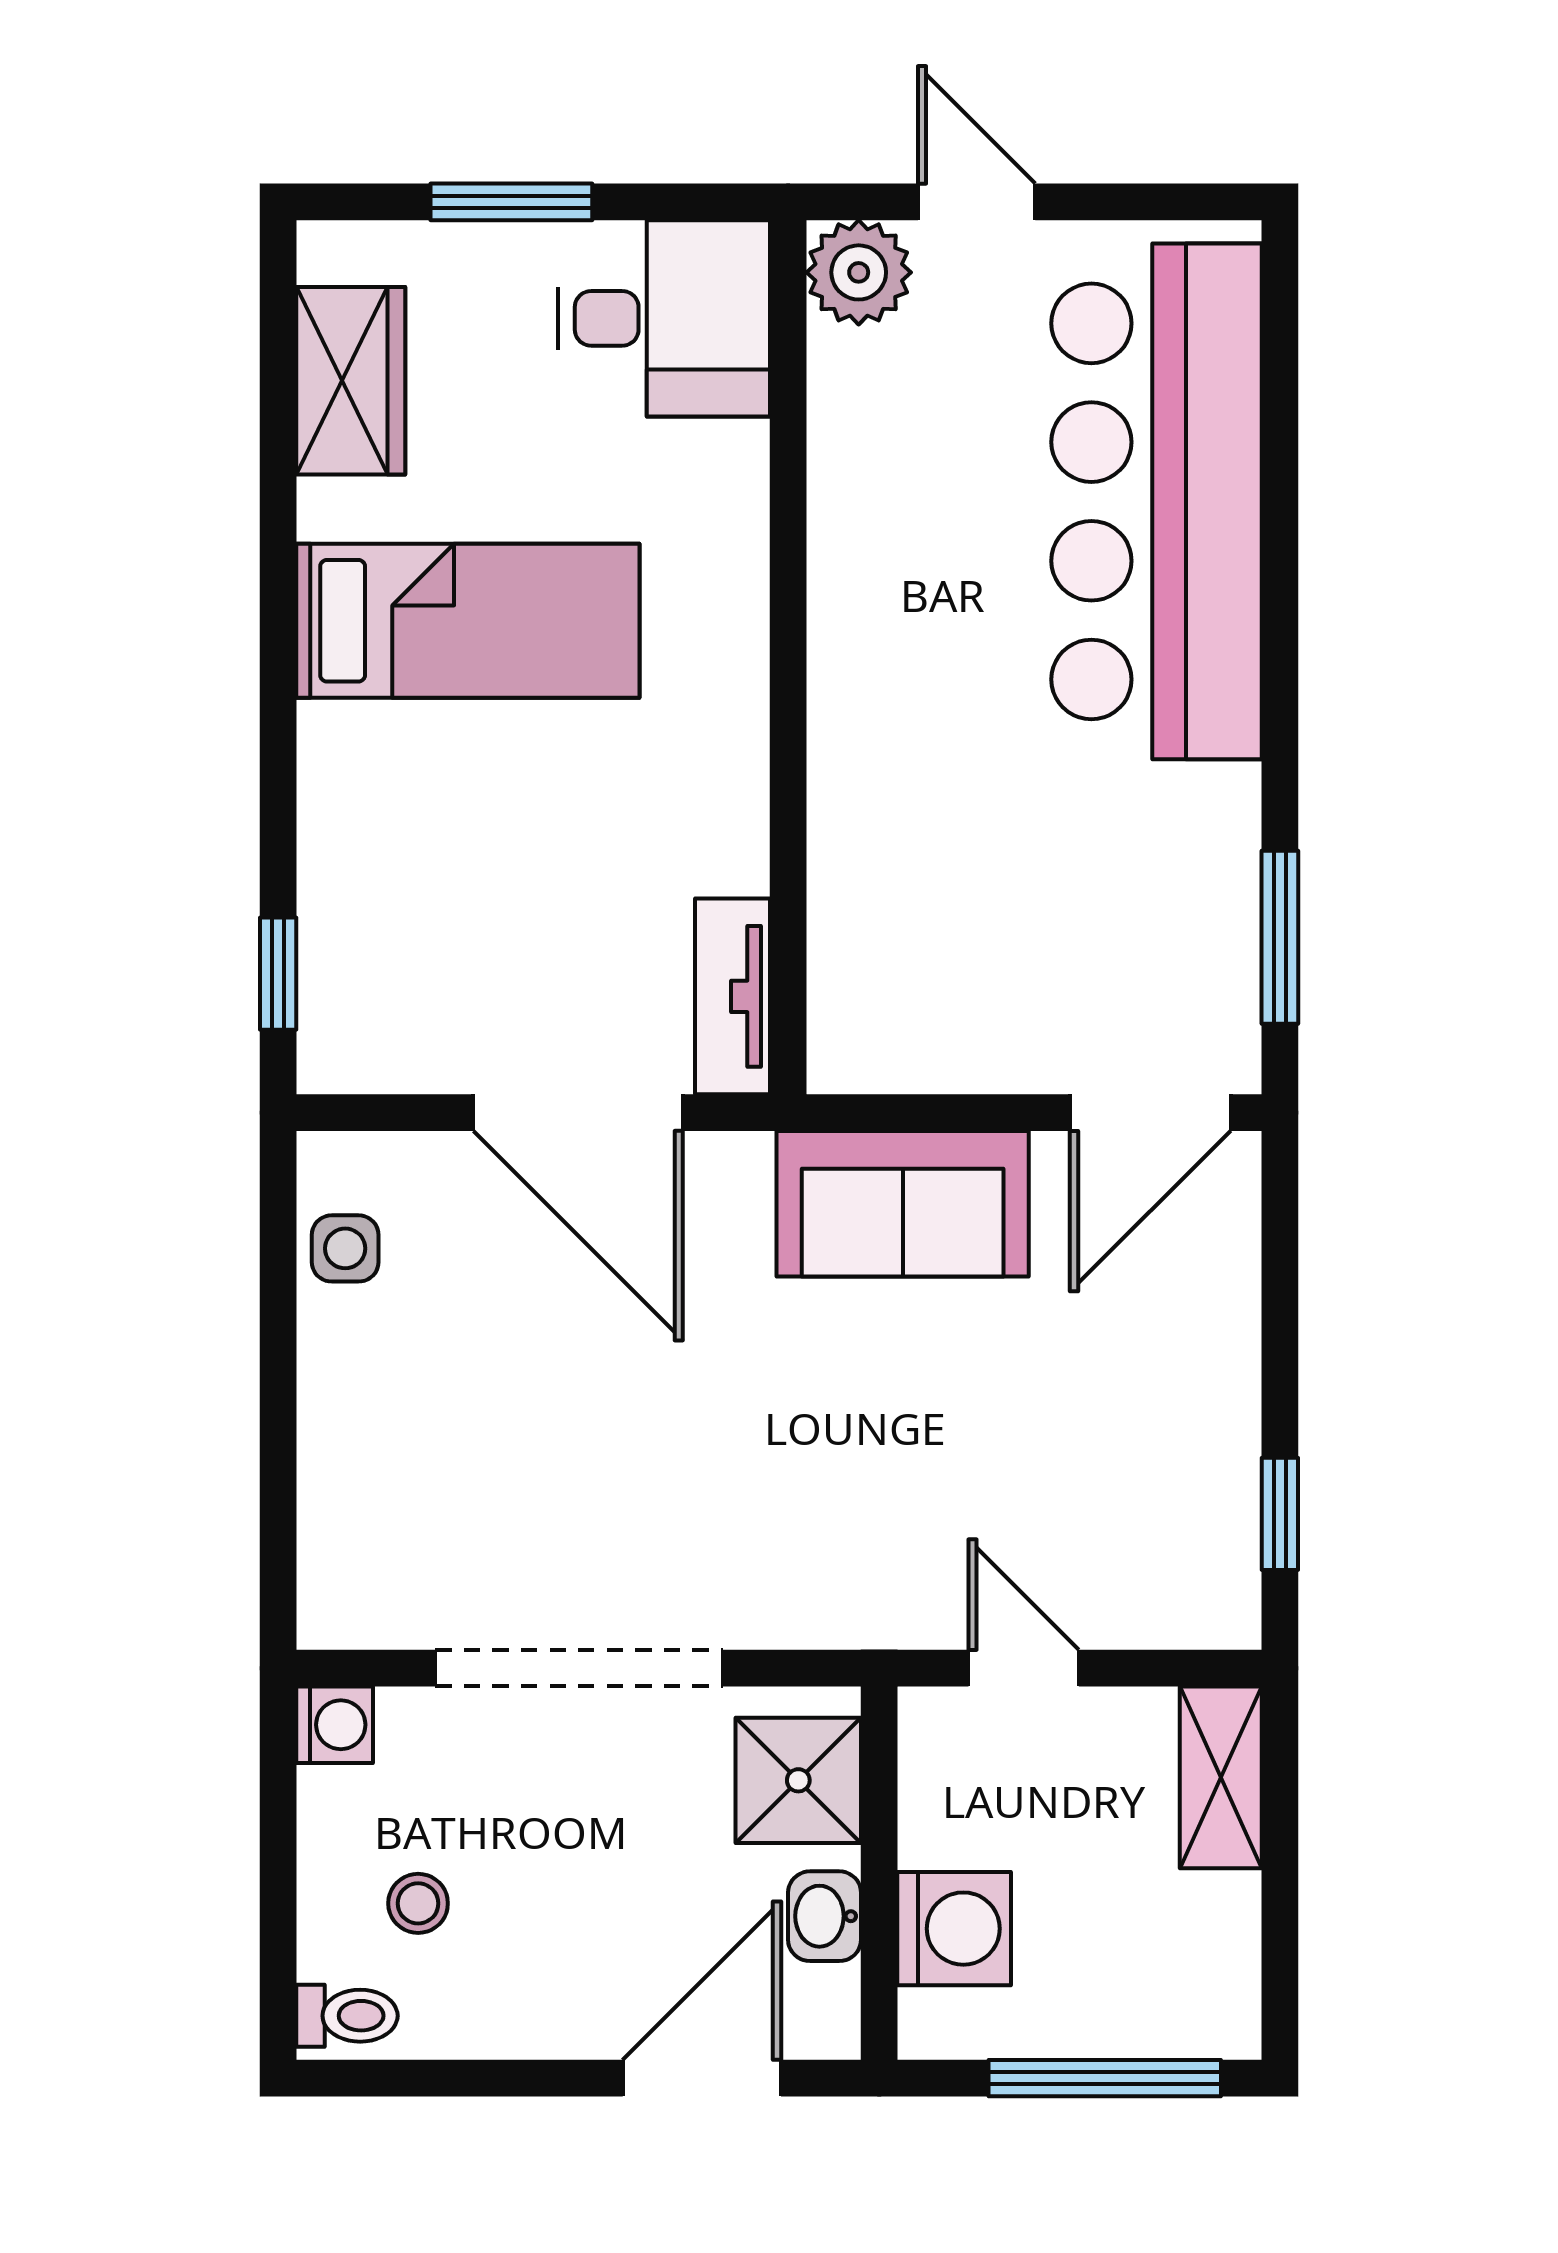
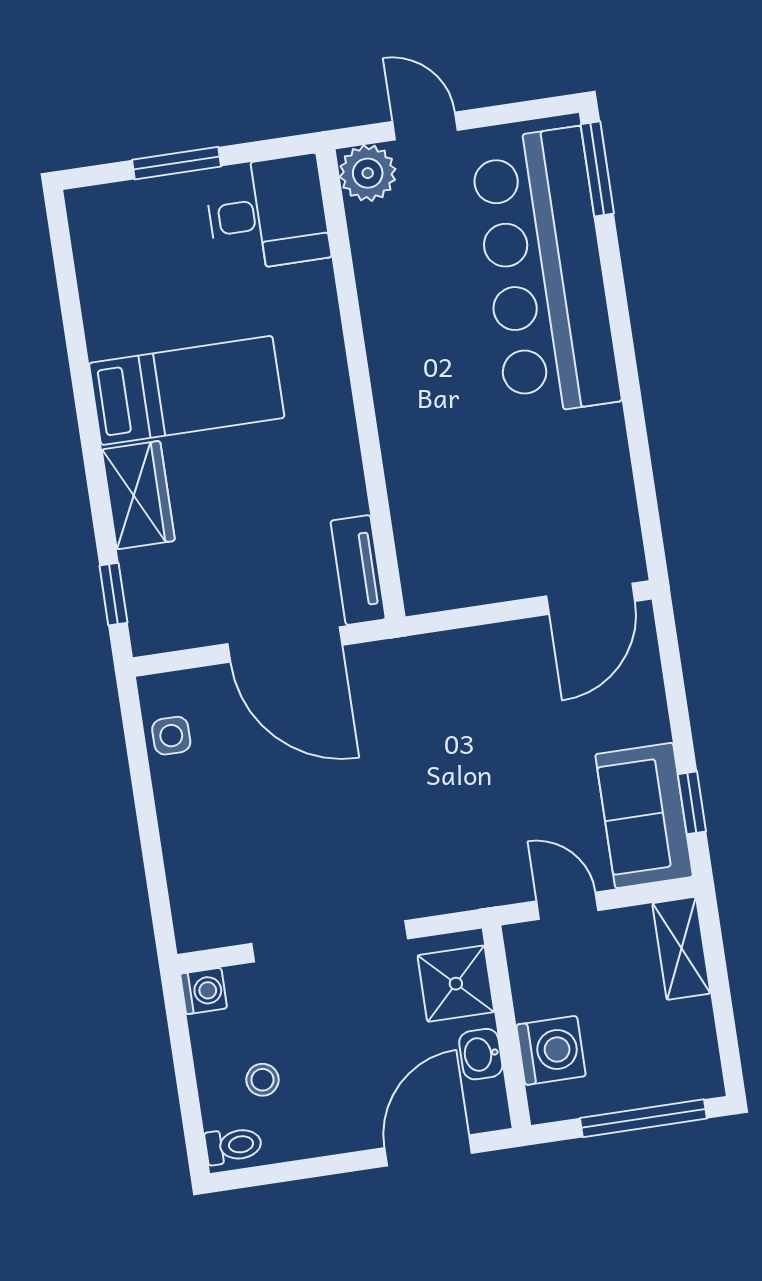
wardrobe: (351, 381) -> (138, 495), moved
window: (1280, 937) -> (597, 169), moved
sofa: (903, 1204) -> (644, 815), moved, turned 90

